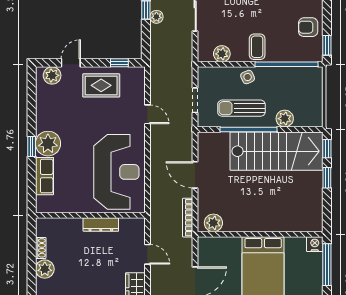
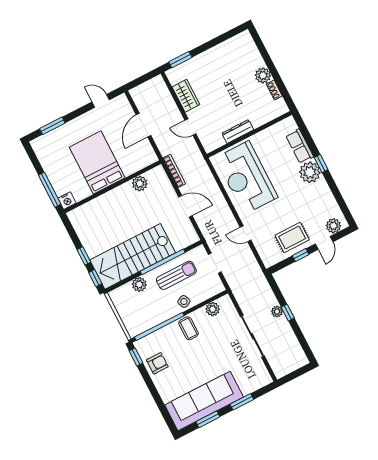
window: (119, 63) -> (301, 255), moved
plant: (213, 223) -> (140, 184), moved

